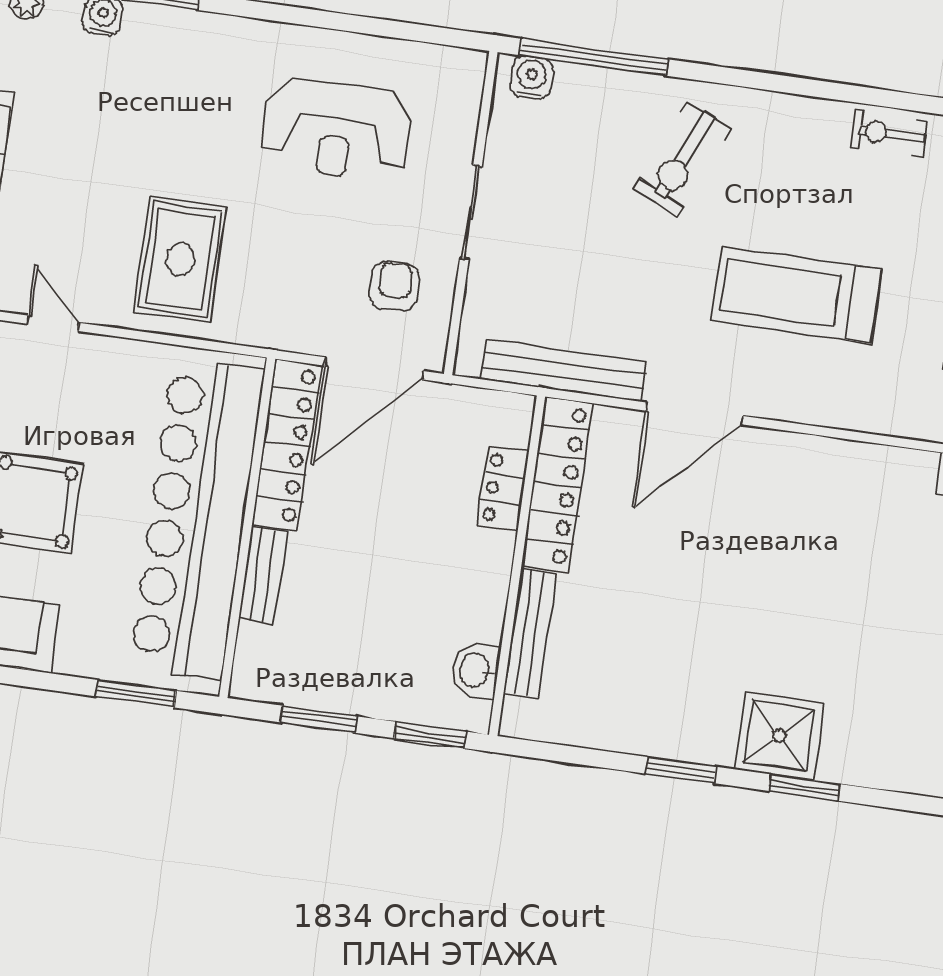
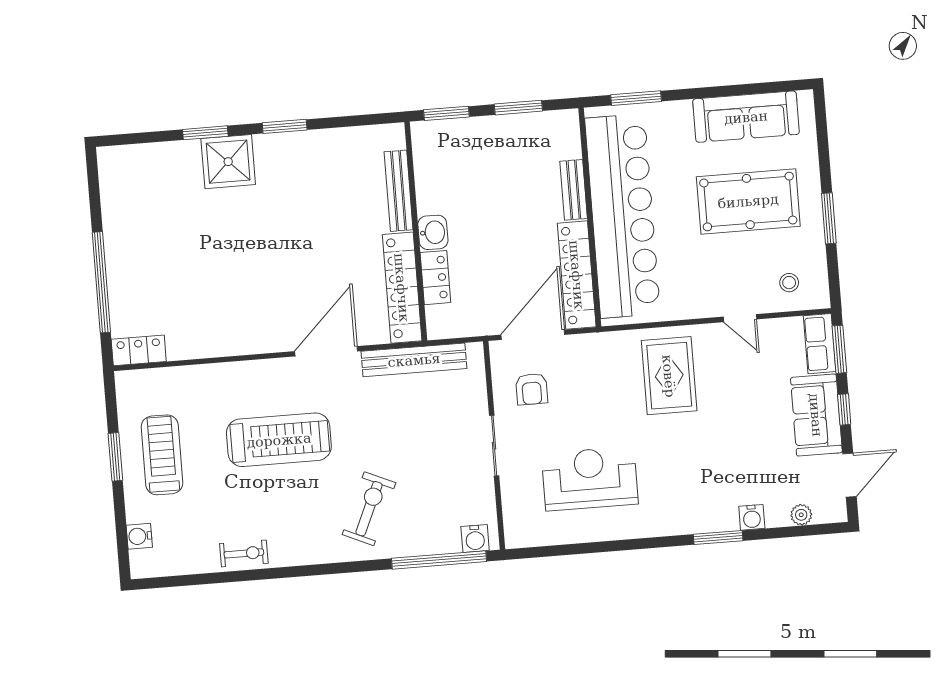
washbasin: (476, 670) -> (433, 232), moved

